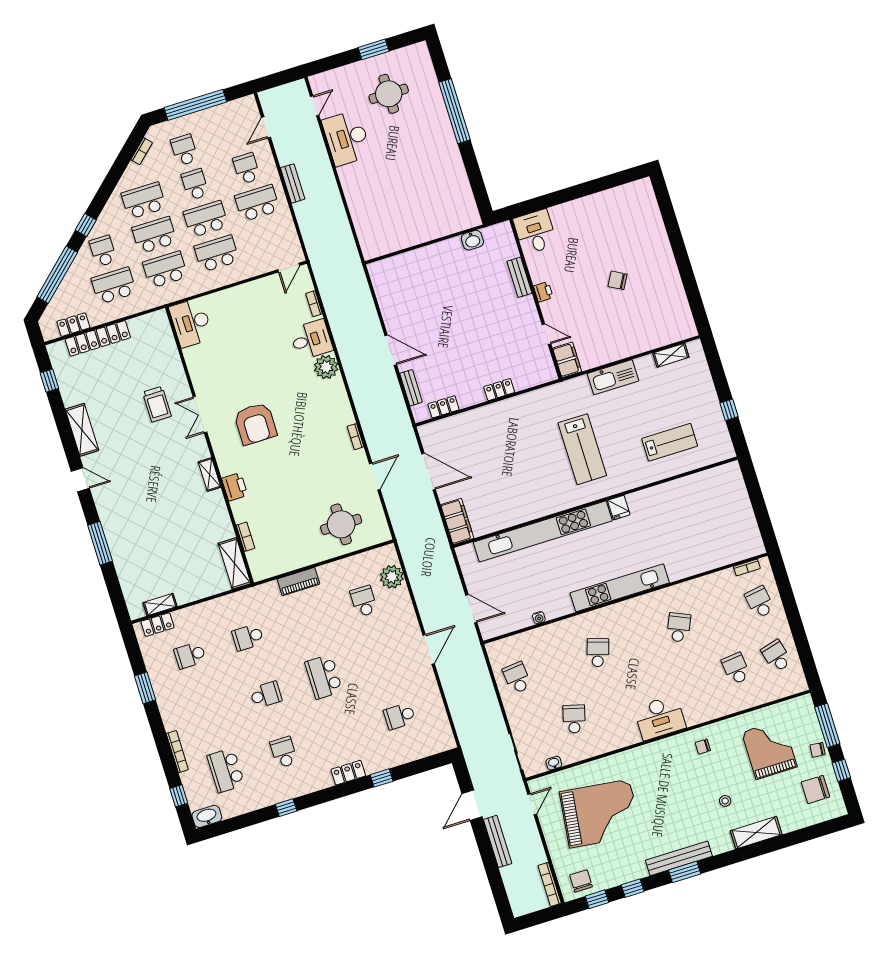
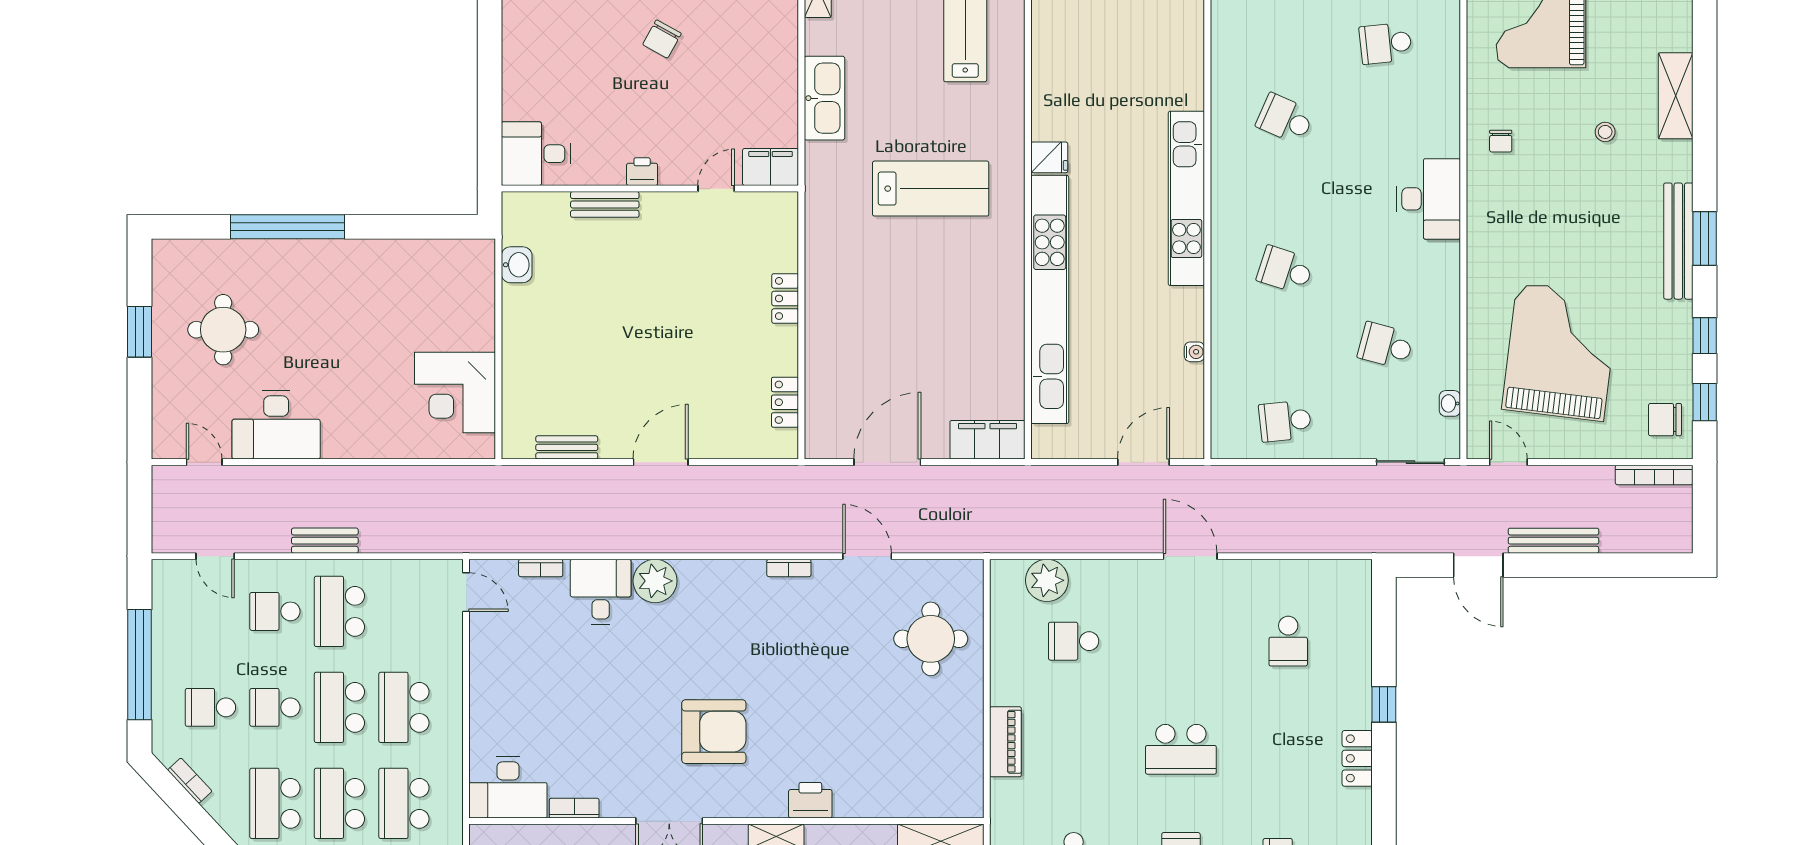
corner desk: (394, 228) -> (455, 392), added
bench: (411, 388) -> (567, 447), moved
bookcase: (246, 537) -> (574, 808), moved

